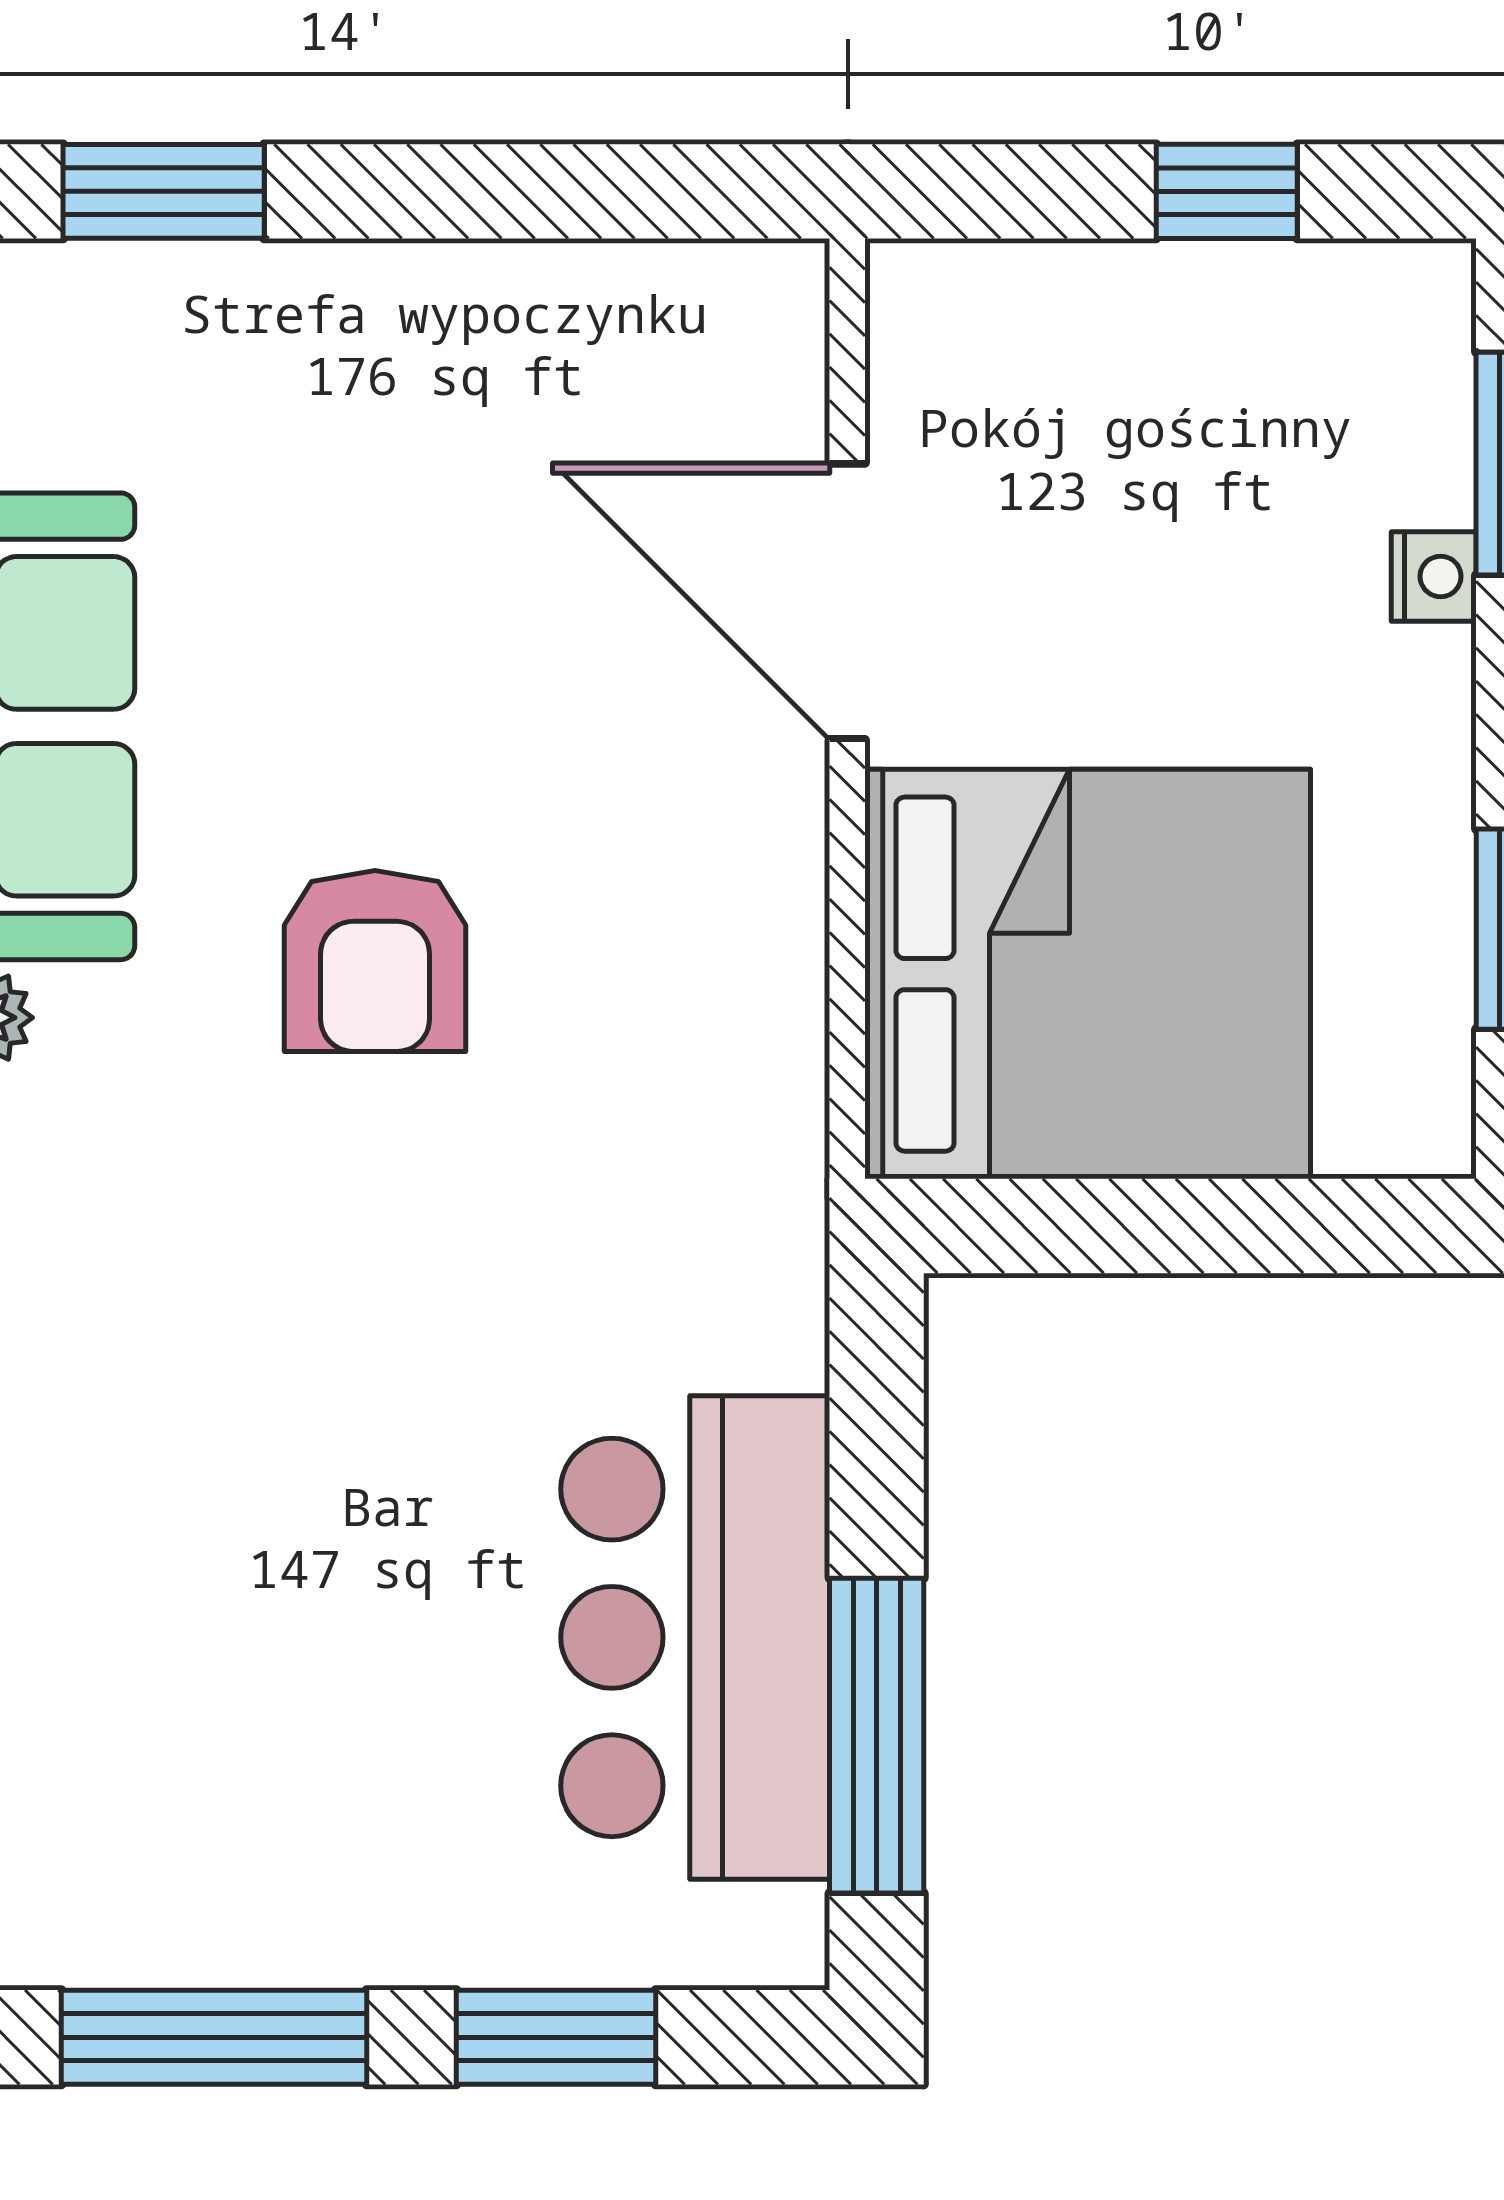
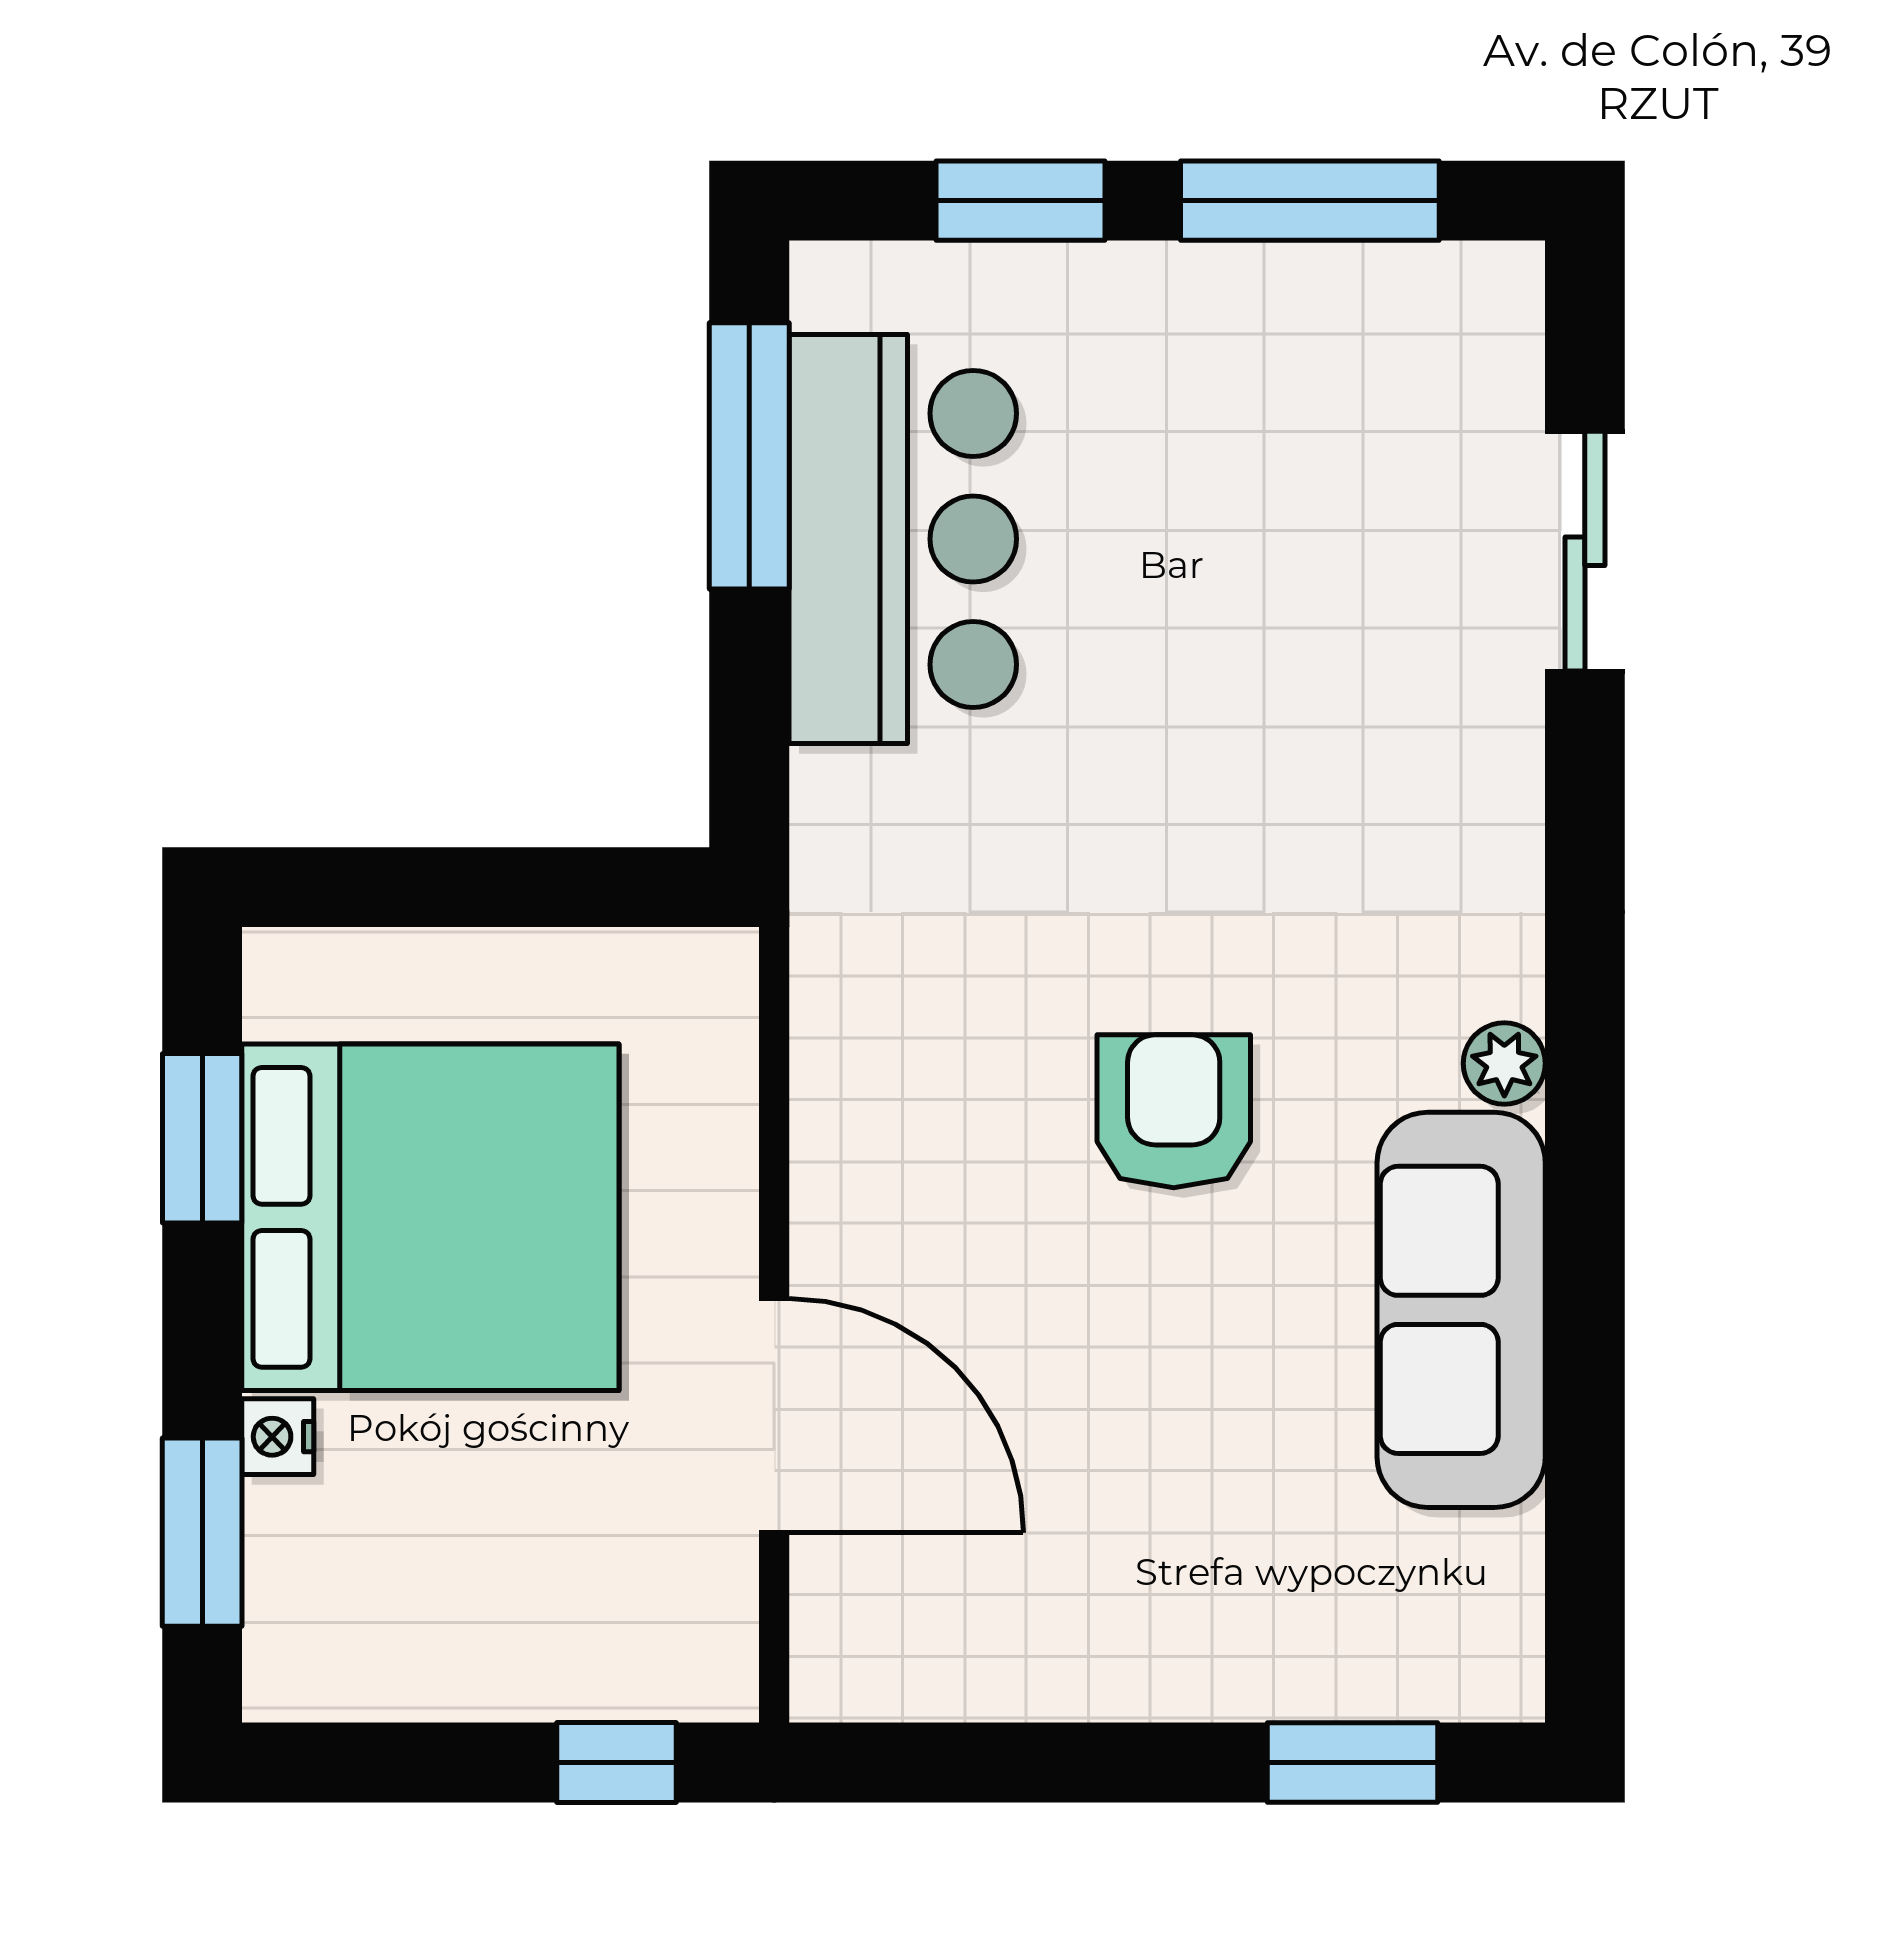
window: (1227, 191) -> (617, 1763), moved
bed: (1088, 974) -> (430, 1217), moved, turned 180

